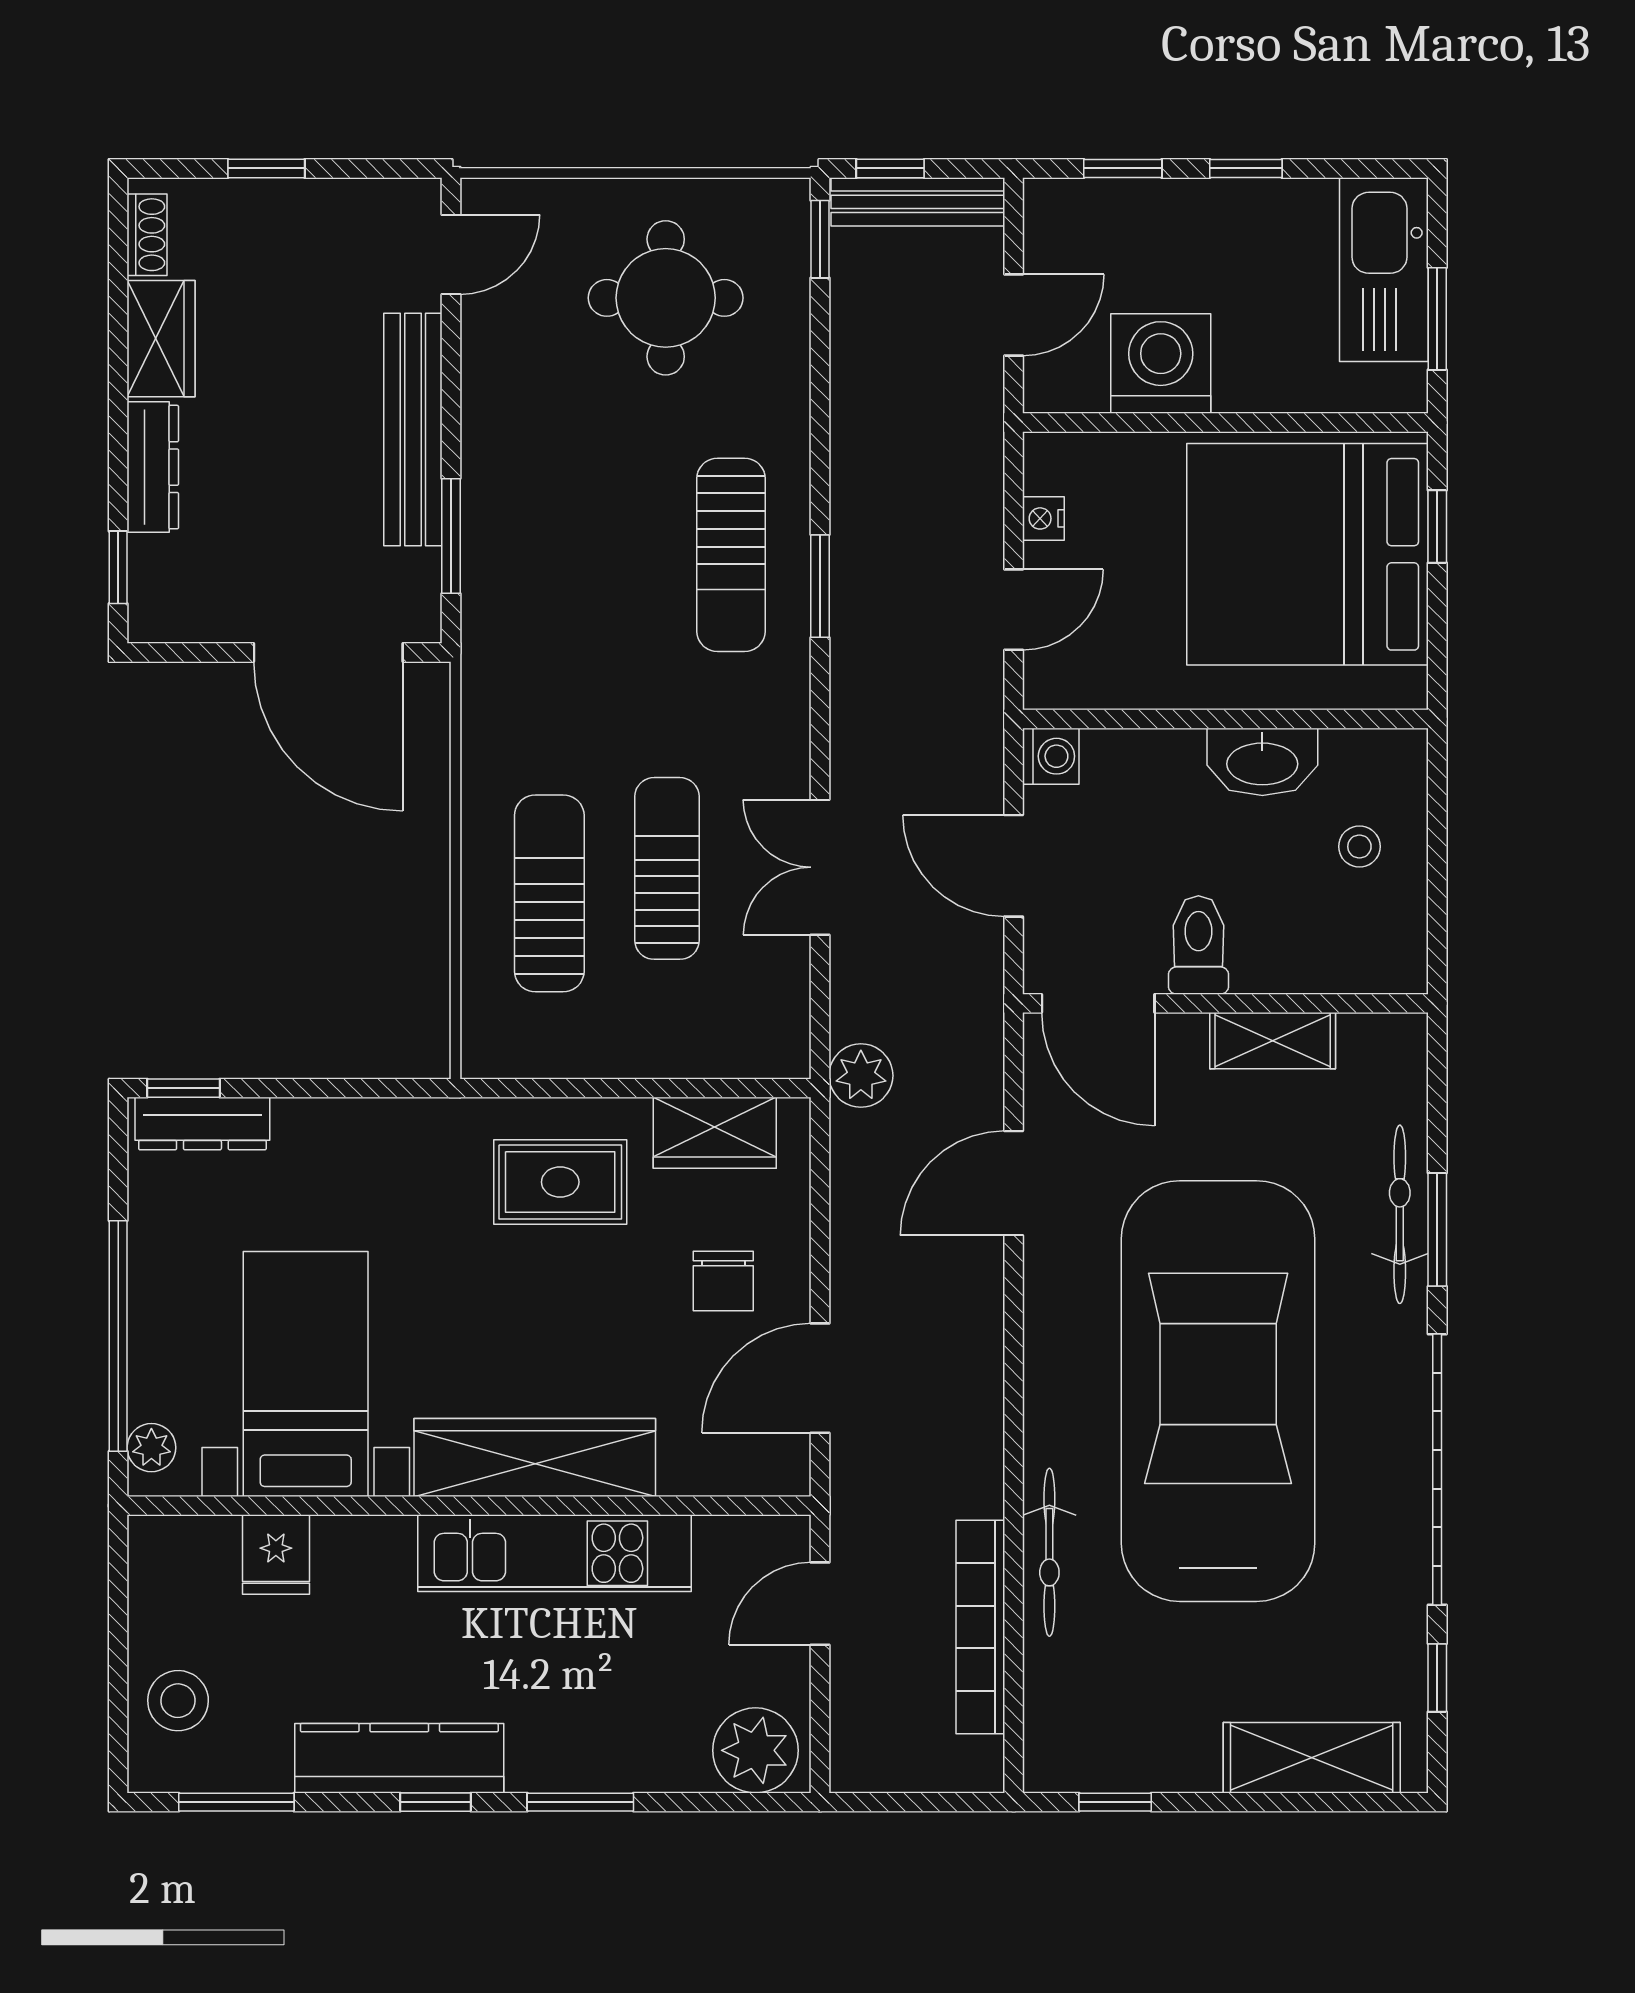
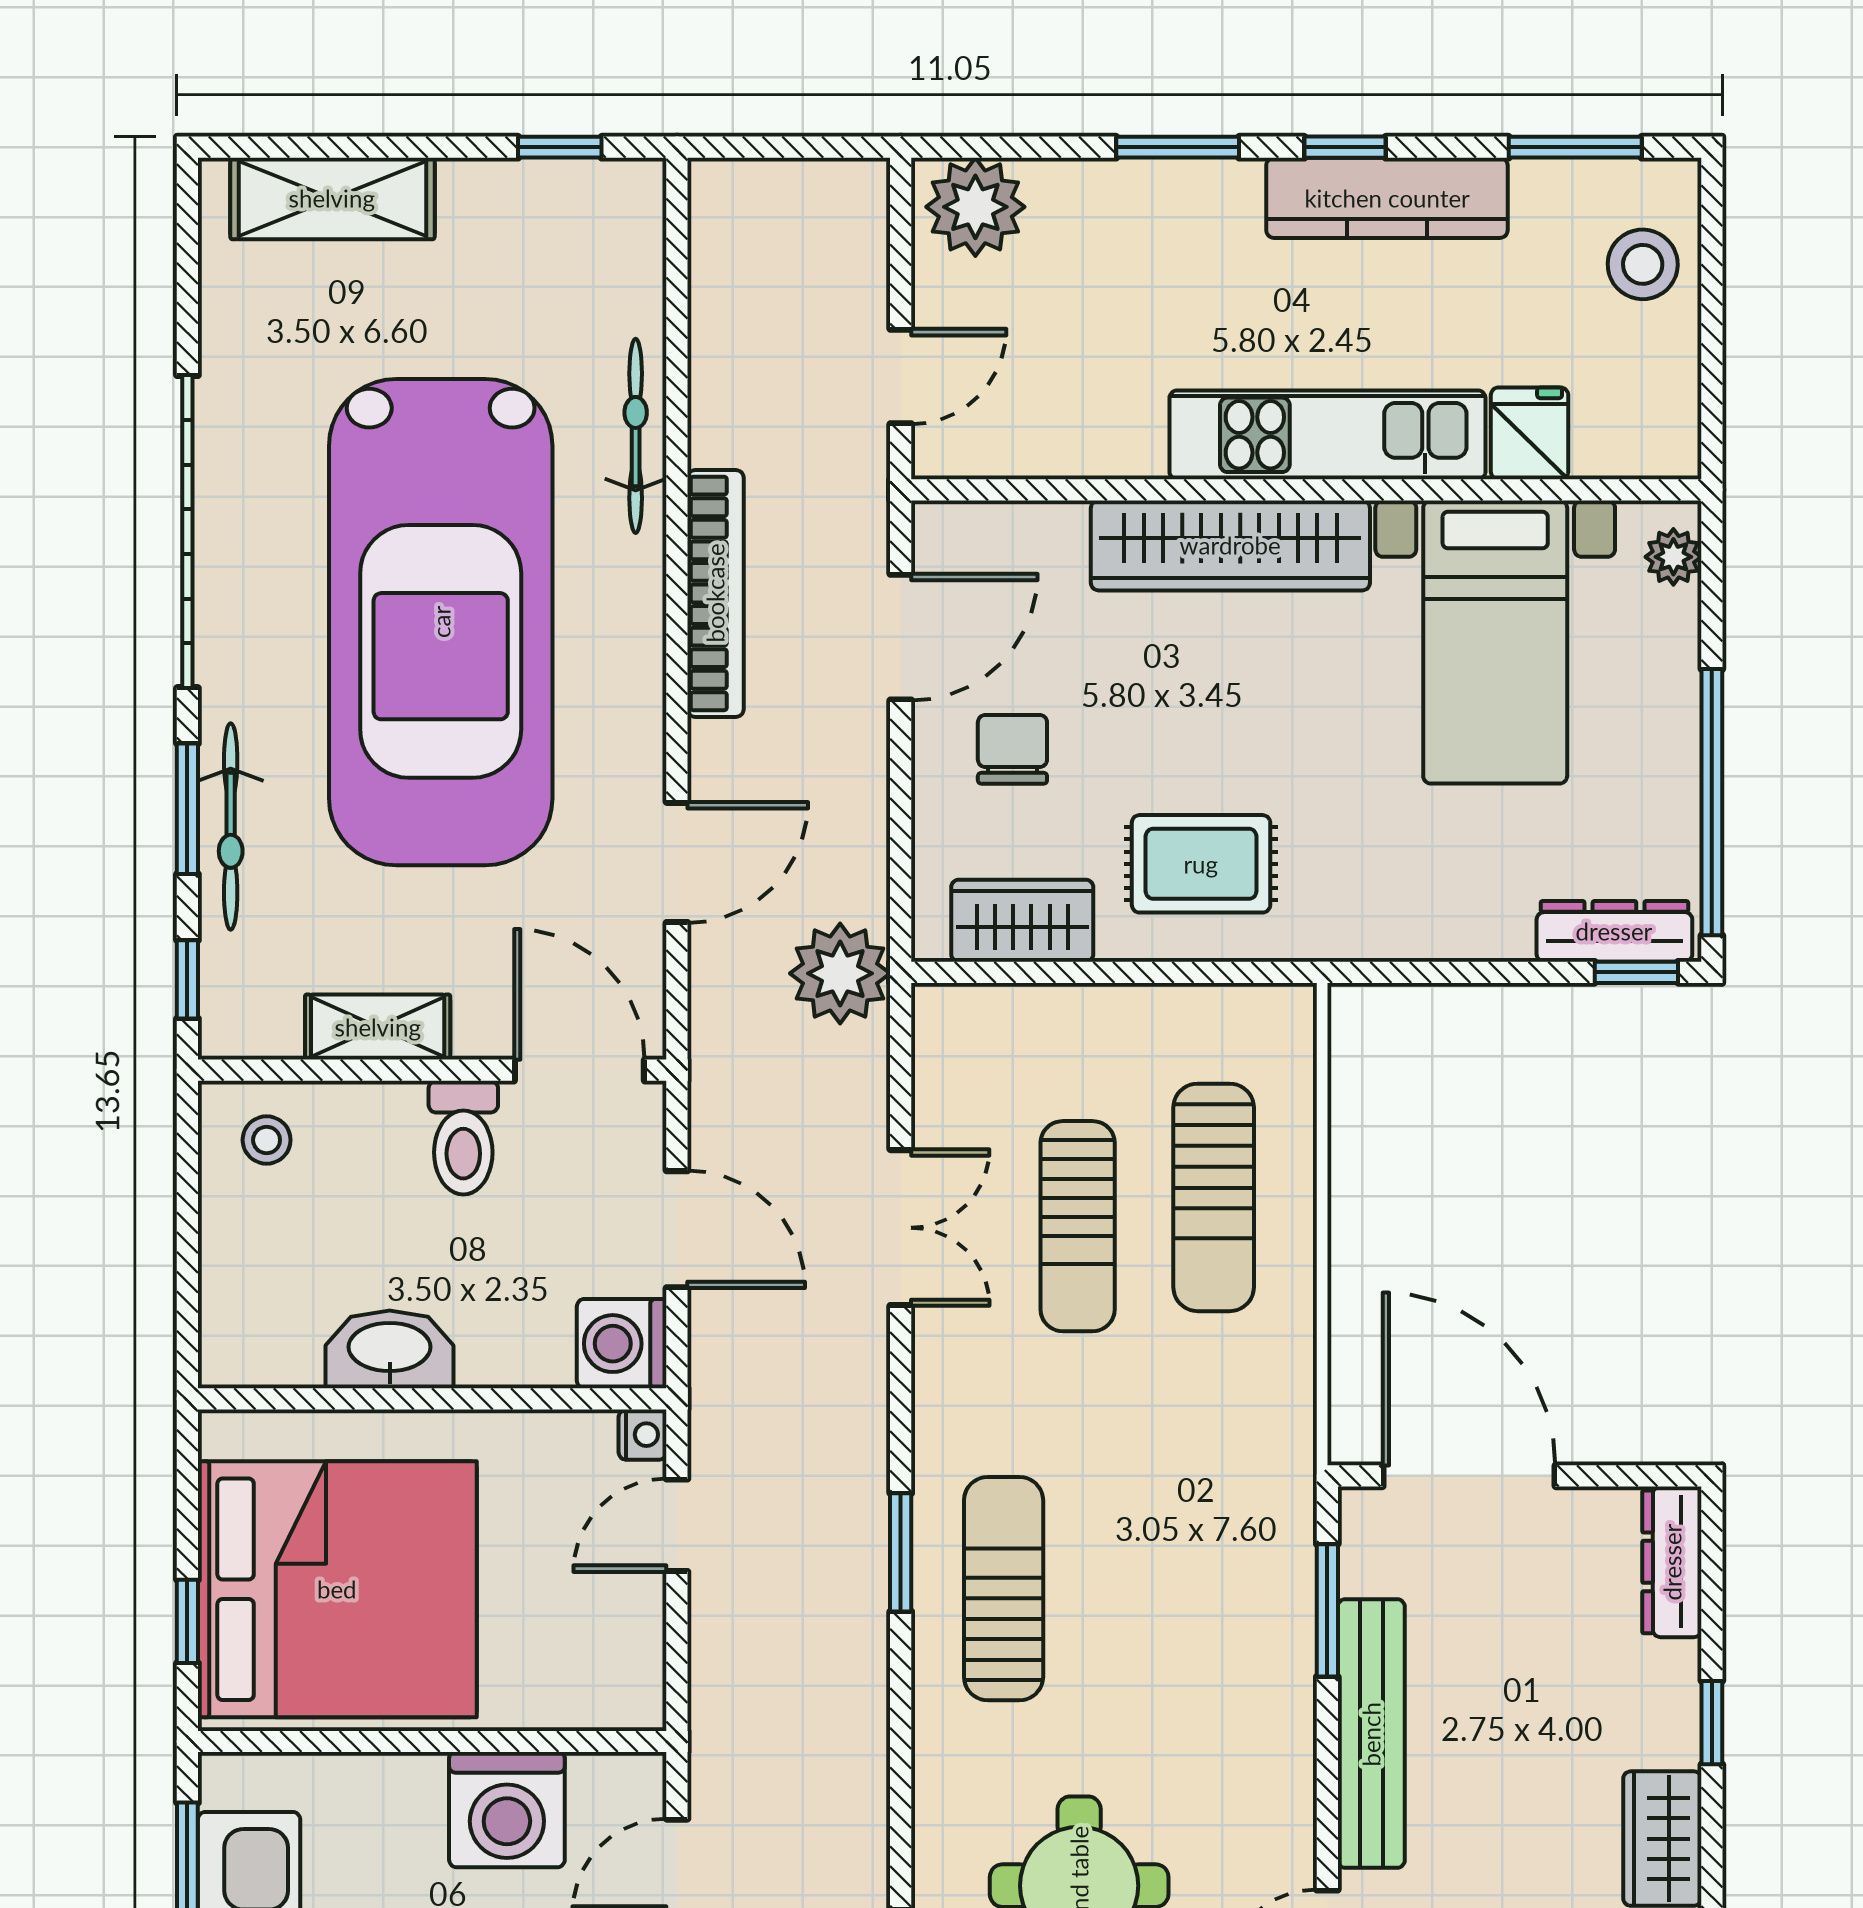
dresser: (153, 467) -> (1672, 1562), moved
nightstand: (1043, 518) -> (643, 1435), moved
window: (118, 567) -> (1712, 1723), moved
washing machine: (1051, 756) -> (622, 1344), width x1.38, depth x1.38
stool: (1359, 847) -> (267, 1140), moved
plant: (861, 1076) -> (840, 973), width x1.36, depth x1.36
window: (118, 1336) -> (1712, 802), moved
kitchen unit: (555, 1553) -> (1327, 435), moved
bookcase: (980, 1627) -> (715, 593), moved
window: (1437, 1678) -> (187, 979), moved

